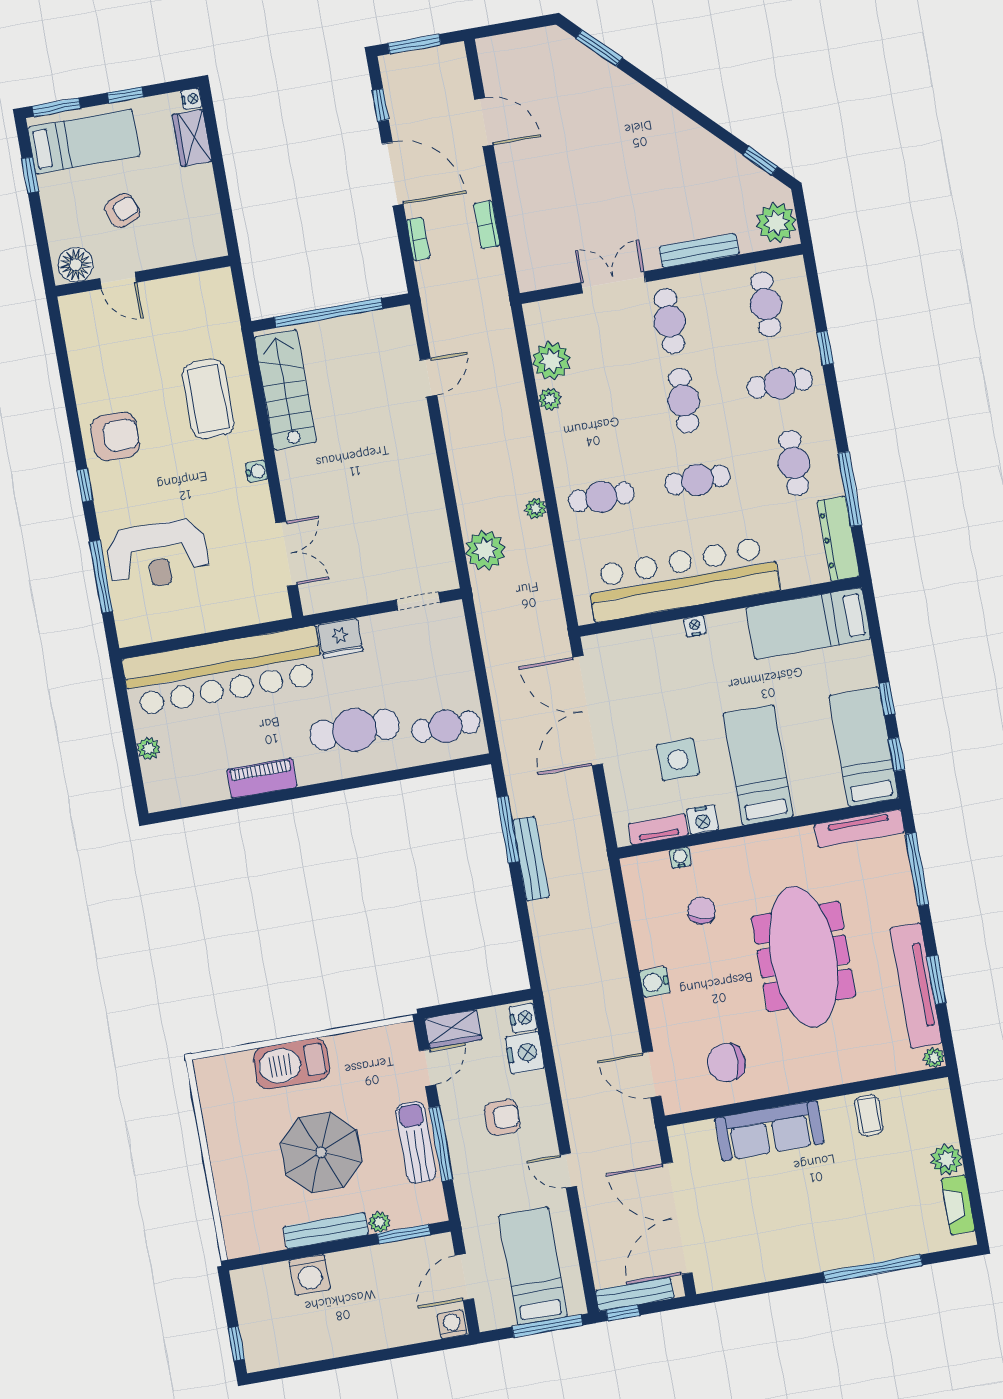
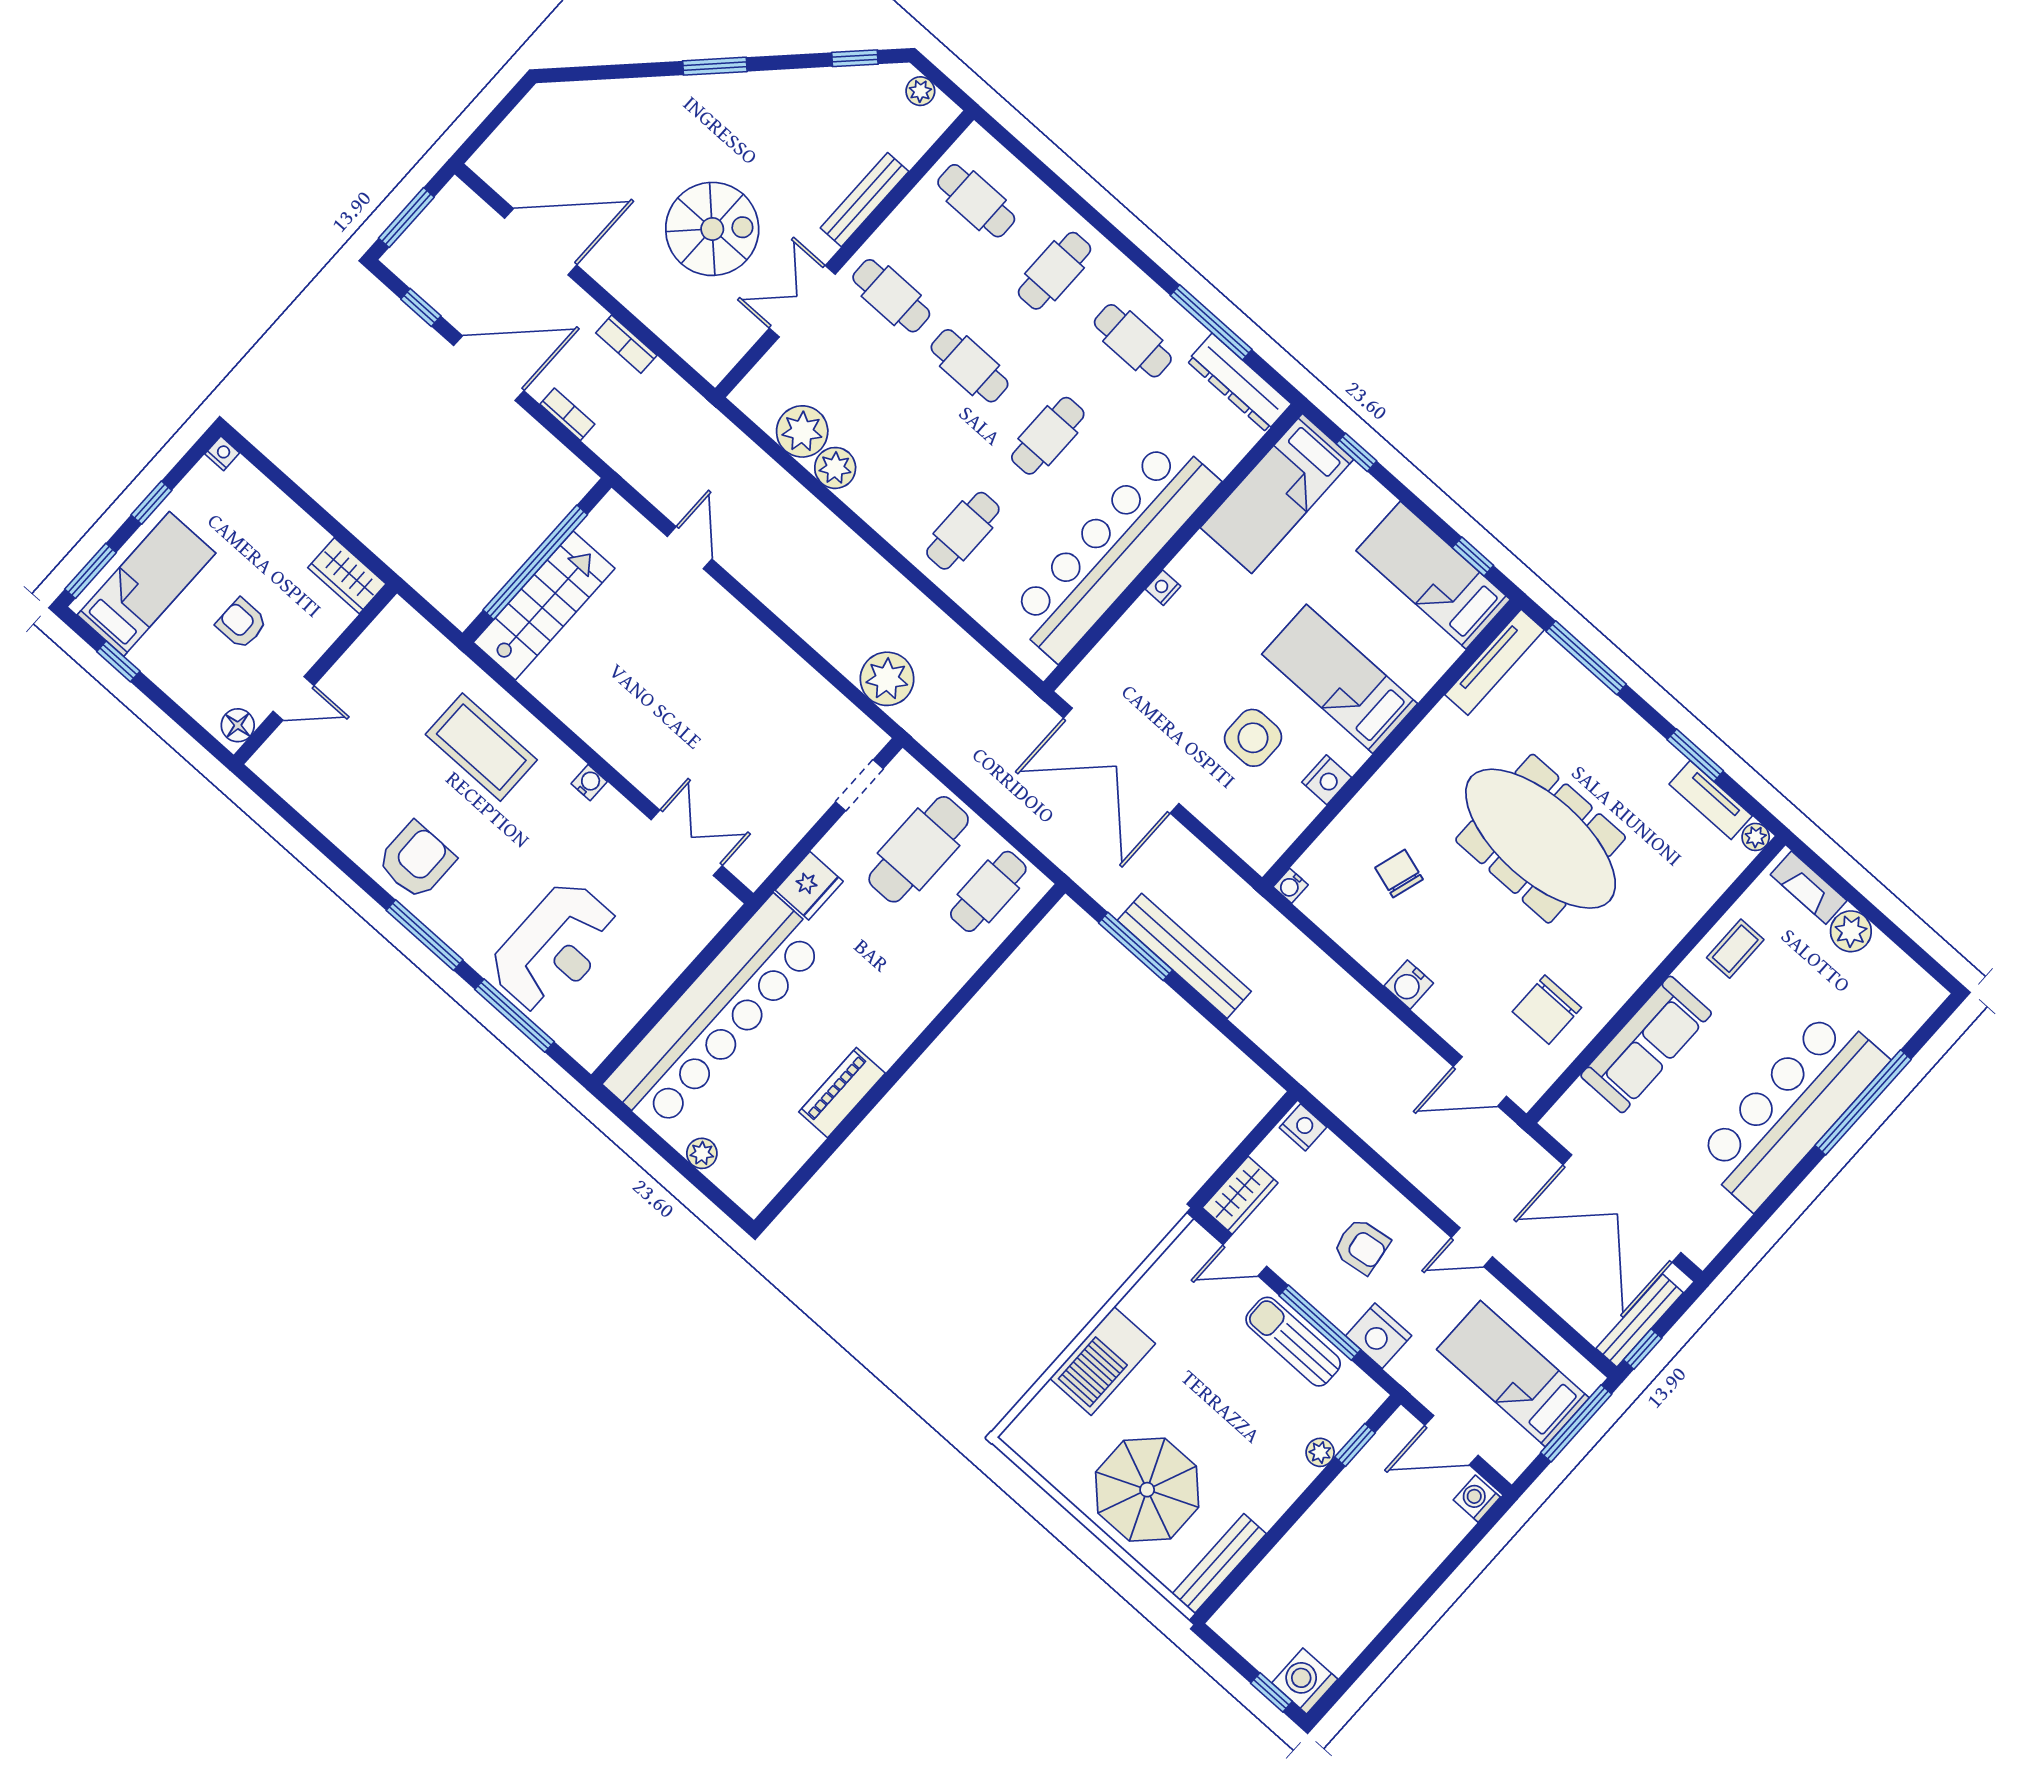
window: (599, 48) -> (715, 66), moved
door: (484, 122) -> (541, 242), width x1.36
wardrobe: (192, 138) -> (347, 576), moved
spiral stairs: (593, 196) -> (712, 229), added
armchair: (122, 211) -> (242, 623), turned -69
plant: (776, 223) -> (920, 91), width x0.53, depth x0.53
floor lamp: (76, 265) -> (238, 725), width x0.73, depth x0.73
window: (825, 348) -> (1072, 198), removed
stairs: (285, 390) -> (544, 605), moved, turned 90
plant: (550, 399) -> (835, 468), width x1.38, depth x1.38
window: (85, 485) -> (425, 935), width x2.17
plant: (536, 508) -> (905, 596), removed
window: (887, 699) -> (1356, 452), moved
cafe table: (355, 730) -> (919, 849), moved
tv unit: (658, 829) -> (1289, 825), removed
water cooler: (680, 858) -> (1291, 886), moved, turned -90
bench: (531, 859) -> (1184, 956), width x1.37, depth x1.21
tv unit: (916, 986) -> (1711, 800), width x0.52, depth x0.78
nightstand: (525, 1053) -> (1379, 1336), moved, turned 180
door: (427, 1068) -> (1245, 1255), swing flipped
coffee table: (869, 1115) -> (1735, 949), turned 90
armchair: (502, 1117) -> (1362, 1246), turned 82
parasol: (321, 1152) -> (1147, 1490), moved
fireplace: (958, 1205) -> (1809, 888), moved
bench: (326, 1231) -> (1219, 1564), moved
window: (404, 1234) -> (1355, 1445), width x0.67
bar counter: (826, 1239) -> (1791, 1109), added
washing machine: (310, 1275) -> (1305, 1681), moved, turned 180
door: (464, 1277) -> (1452, 1440), hinge flipped

